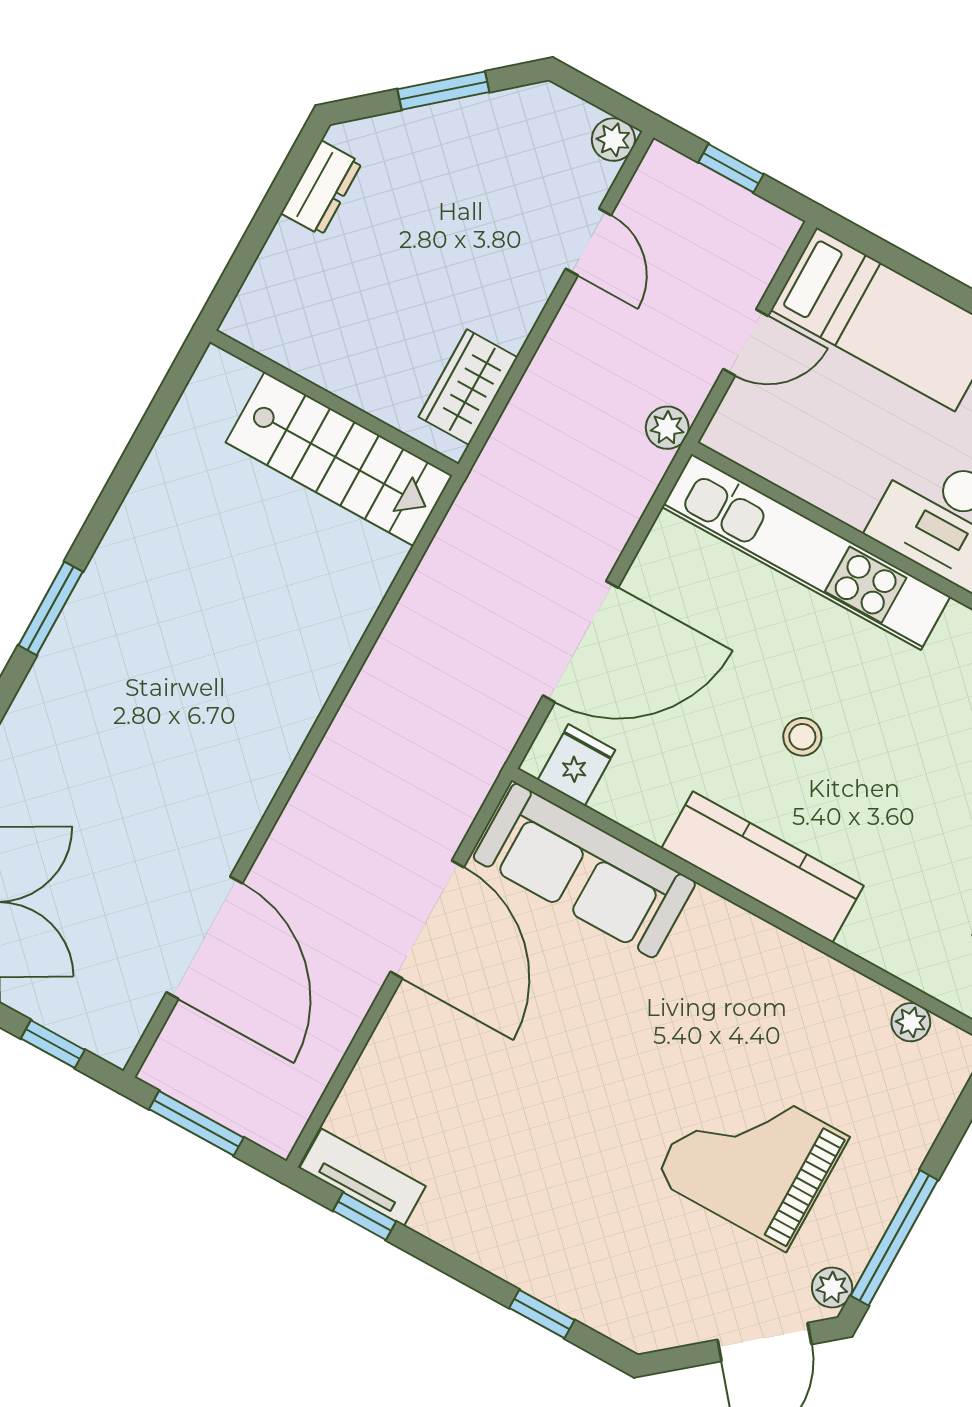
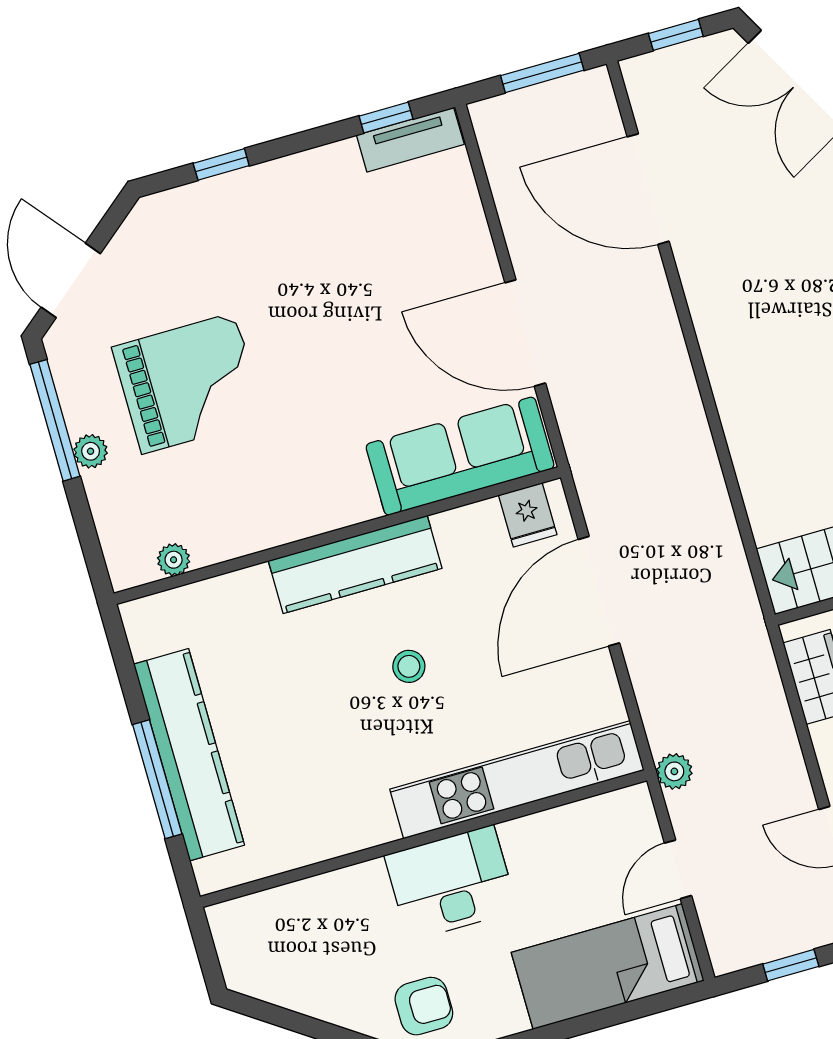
plant: (832, 1288) -> (91, 451), moved

